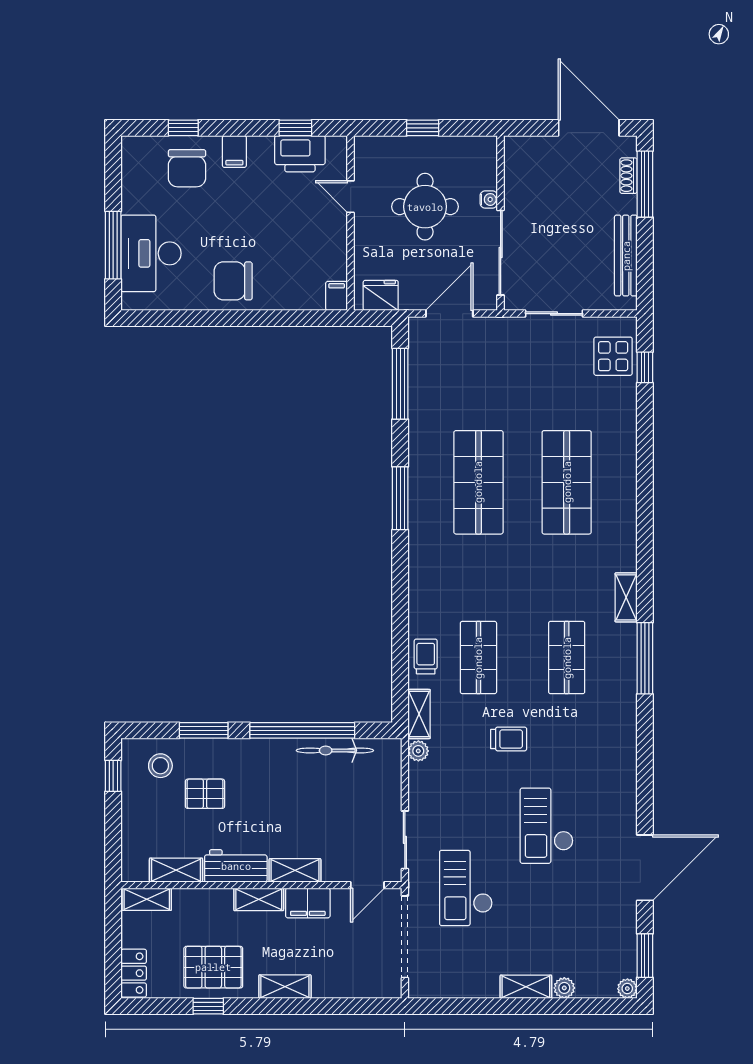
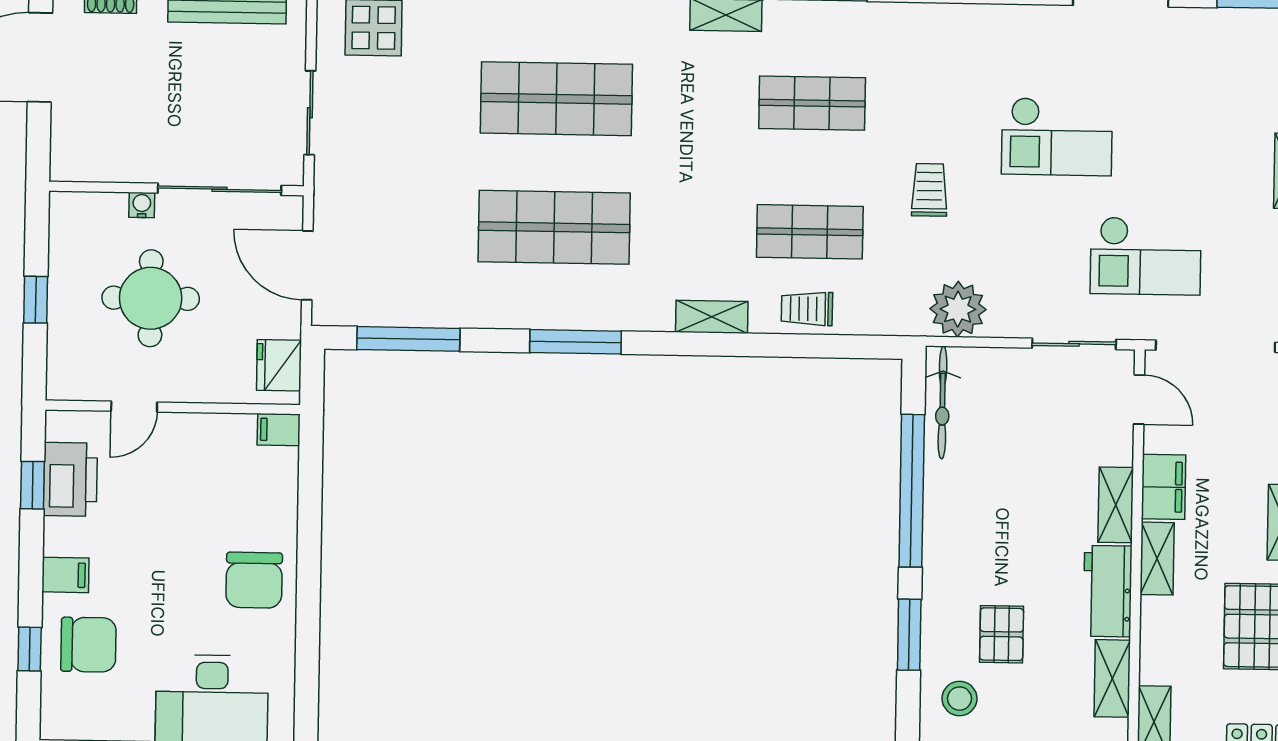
shelving: (419, 714) -> (712, 317), moved
bicycle: (335, 750) -> (942, 403), moved
plant: (418, 751) -> (958, 309), width x1.87, depth x1.87

